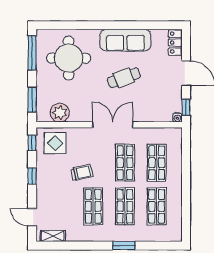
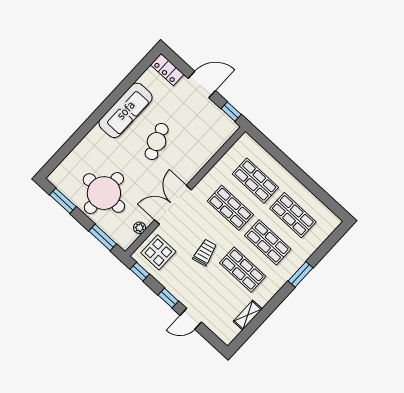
window: (32, 53) -> (63, 201), width x0.69
round table: (69, 58) -> (104, 193), moved
plant: (60, 113) -> (140, 228), width x0.53, depth x0.53
water cooler: (177, 117) -> (233, 127), removed
double door: (113, 125) -> (173, 205), moved
door: (32, 217) -> (191, 319), moved
shelving: (53, 236) -> (248, 315), moved

